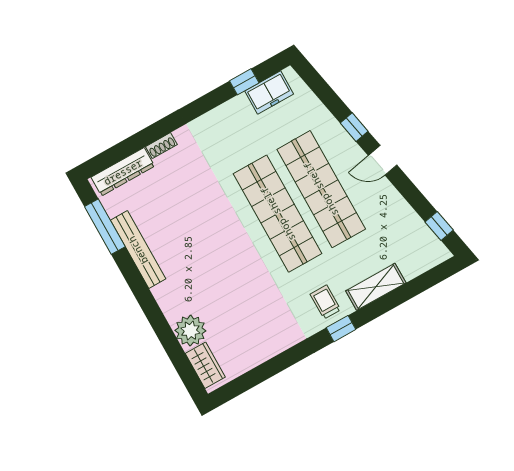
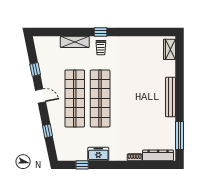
freezer: (269, 92) -> (98, 154), moved
window: (354, 127) -> (48, 131), moved
window: (439, 226) -> (35, 69), moved
bench: (138, 250) -> (171, 97), moved
plant: (190, 331) -> (168, 68), removed

